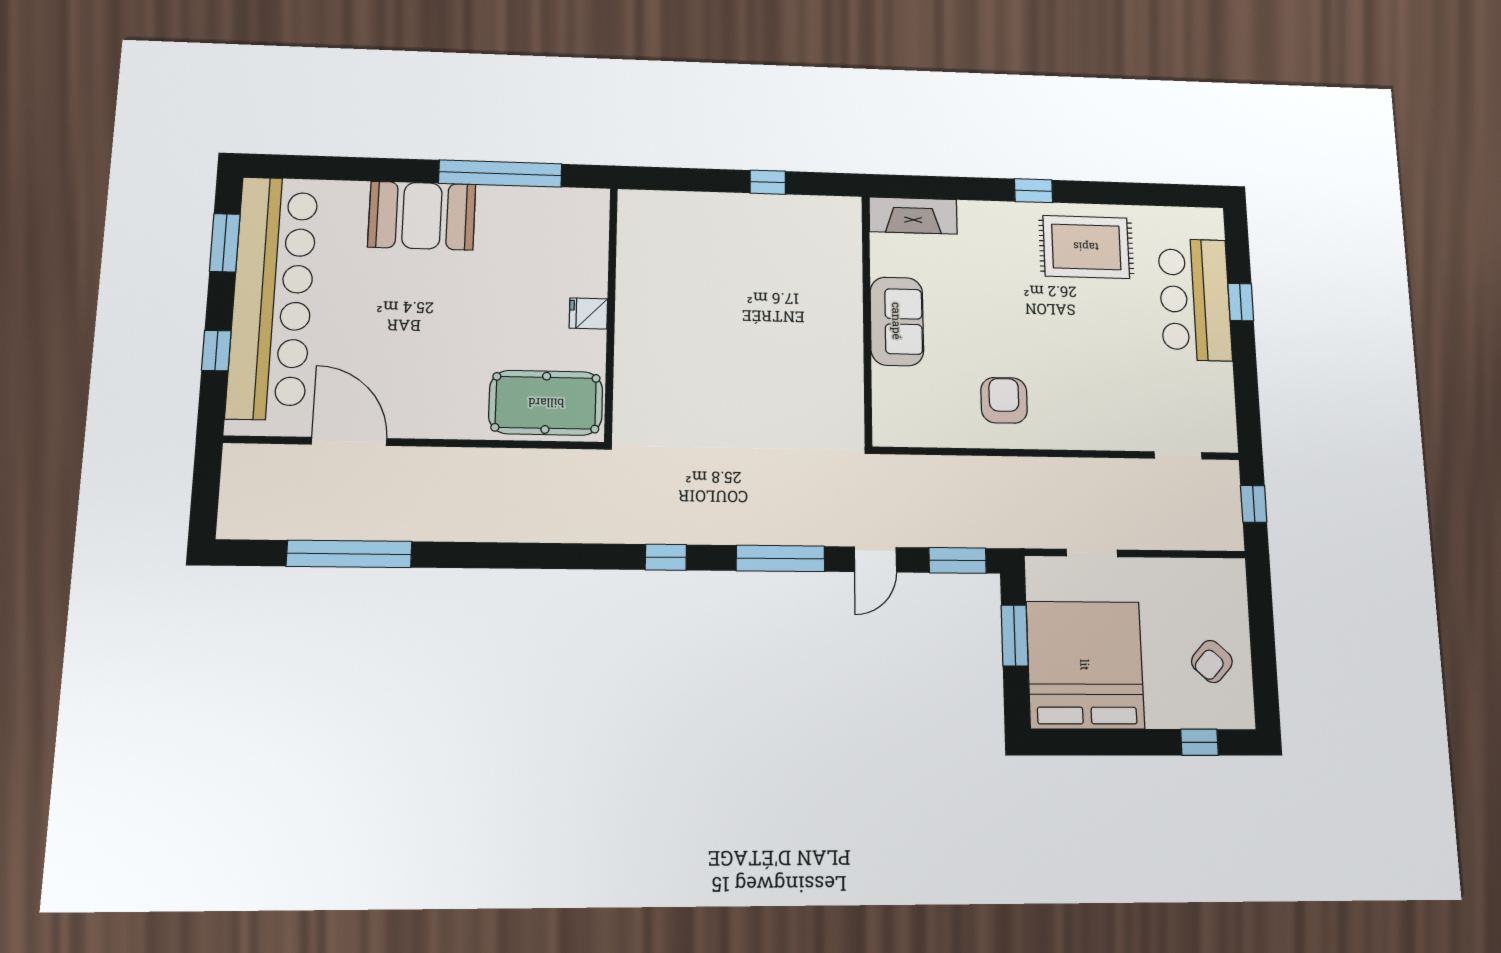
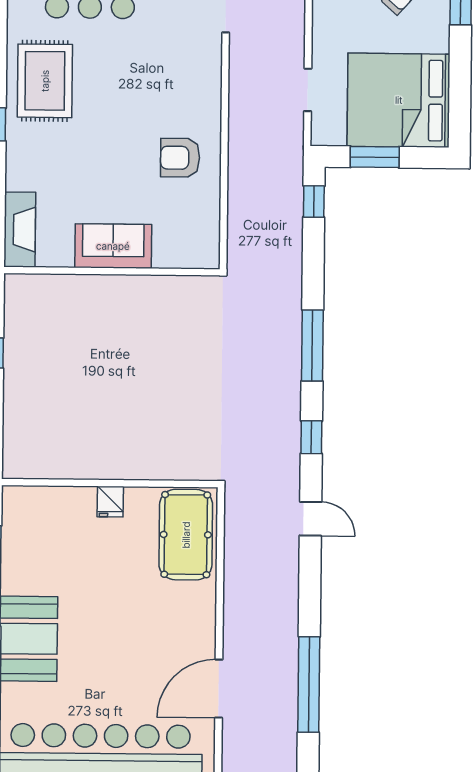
door: (875, 559) -> (310, 519), moved
window: (958, 560) -> (314, 202), width x0.67

